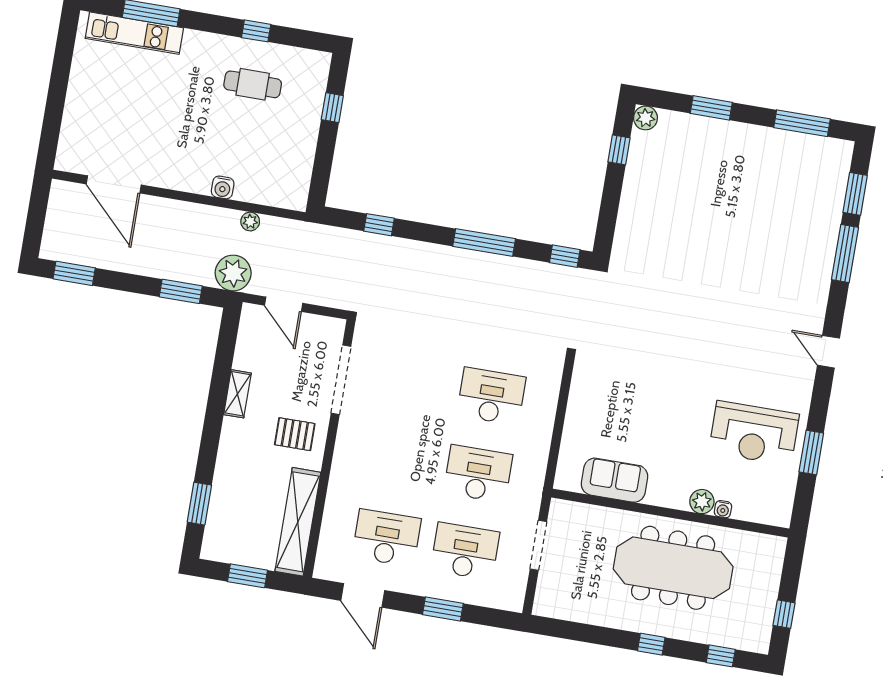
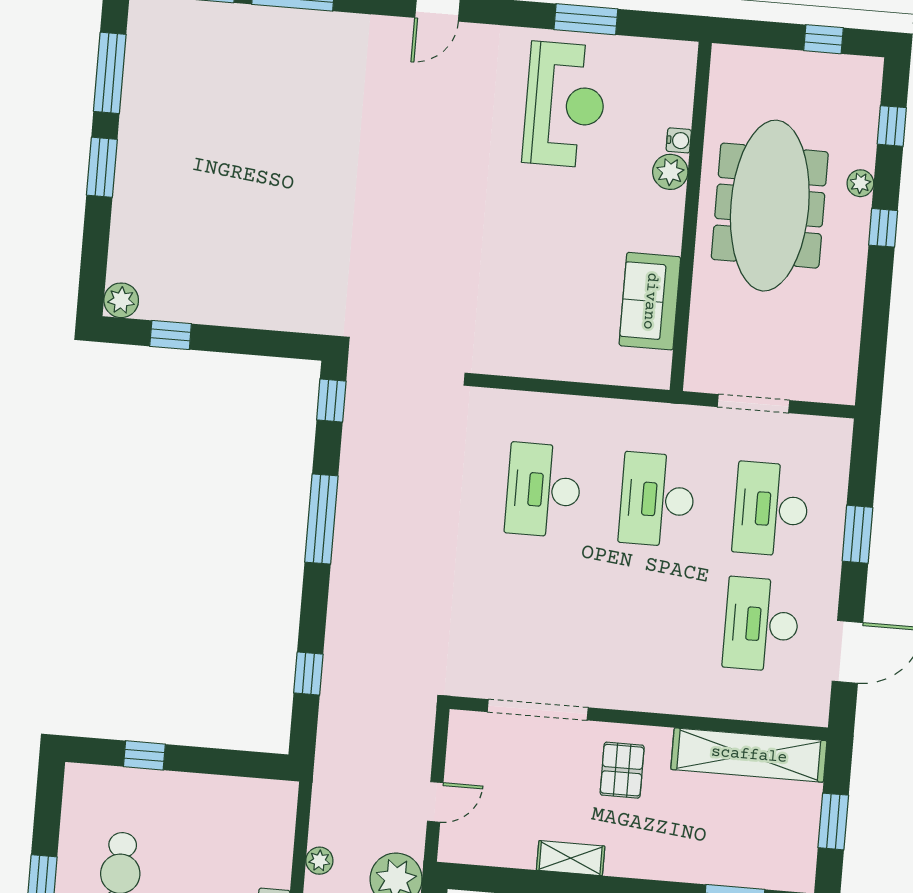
window: (711, 108) -> (102, 167), moved
door: (284, 304) -> (435, 802), width x0.73
plant: (683, 631) -> (860, 183), added

